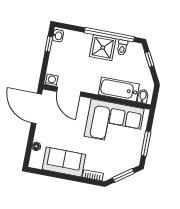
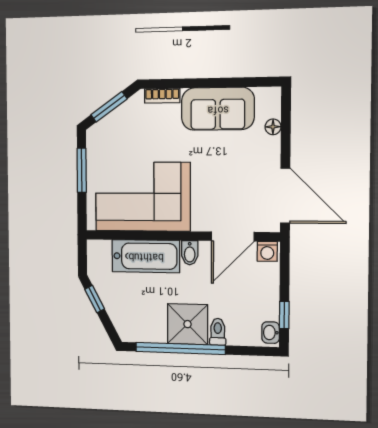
toilet: (122, 47) -> (218, 332), moved
window: (149, 59) -> (95, 299), moved
door: (69, 92) -> (233, 236), swing flipped
bidet: (143, 96) -> (190, 253), moved

